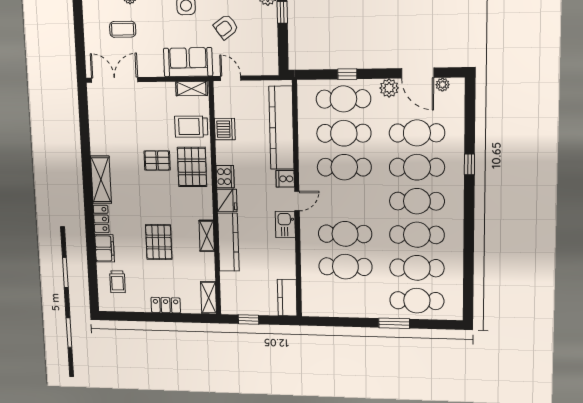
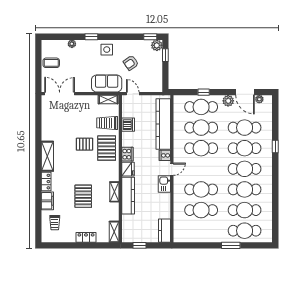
coffee table: (123, 29) -> (51, 63), moved

